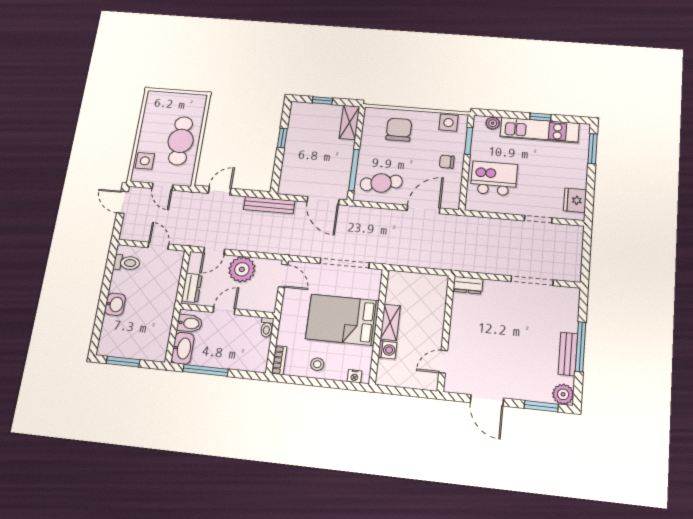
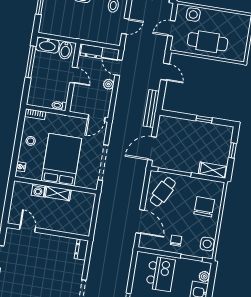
chair: (399, 130) -> (204, 207), turned -89
cafe table: (381, 183) -> (163, 192), turned 39
plant: (242, 269) -> (109, 84), width x0.53, depth x0.53

